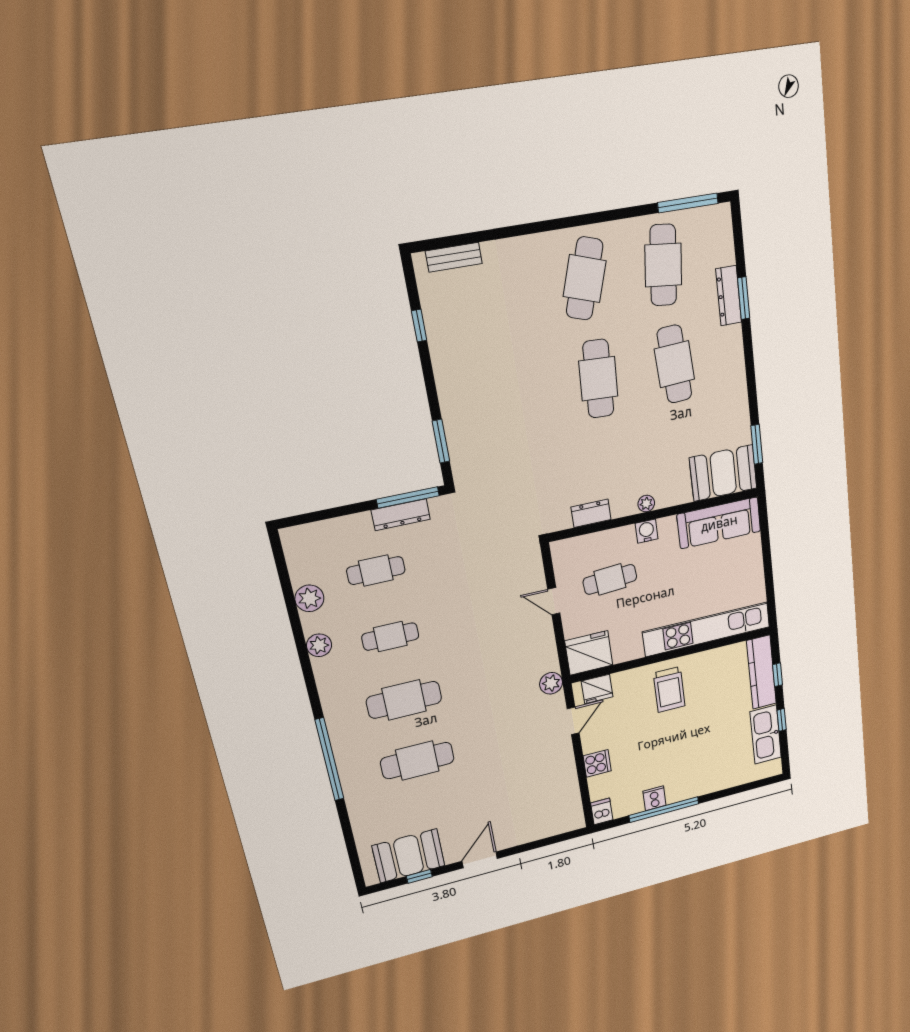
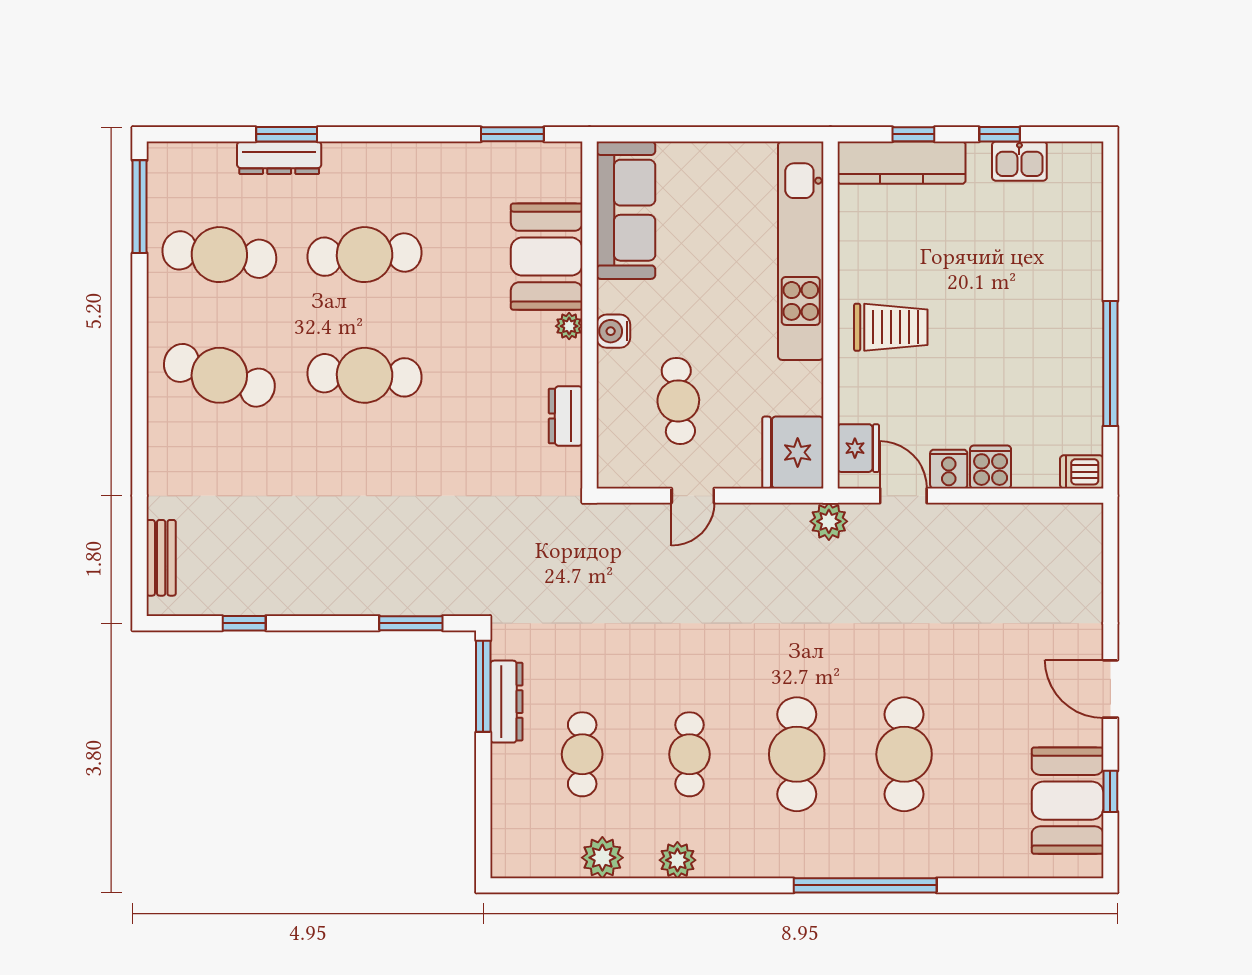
booth: (723, 473) -> (547, 257), moved
kitchen sink: (766, 735) -> (1019, 161), width x0.53, depth x0.81
cooker: (654, 798) -> (949, 469), moved, turned 90

